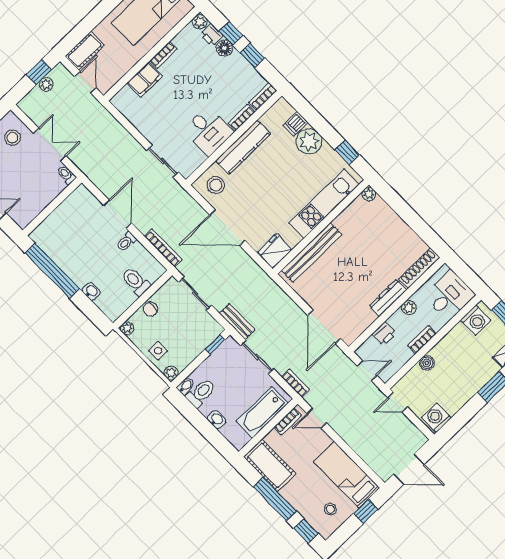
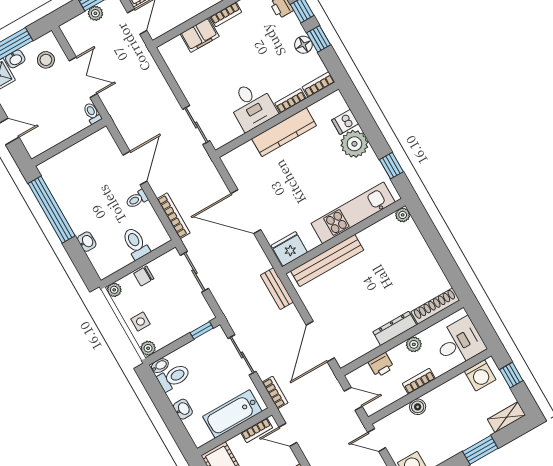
floor lamp: (224, 48) -> (303, 45), moved
stool: (216, 185) -> (245, 164), removed
bench: (237, 322) -> (277, 289), moved

